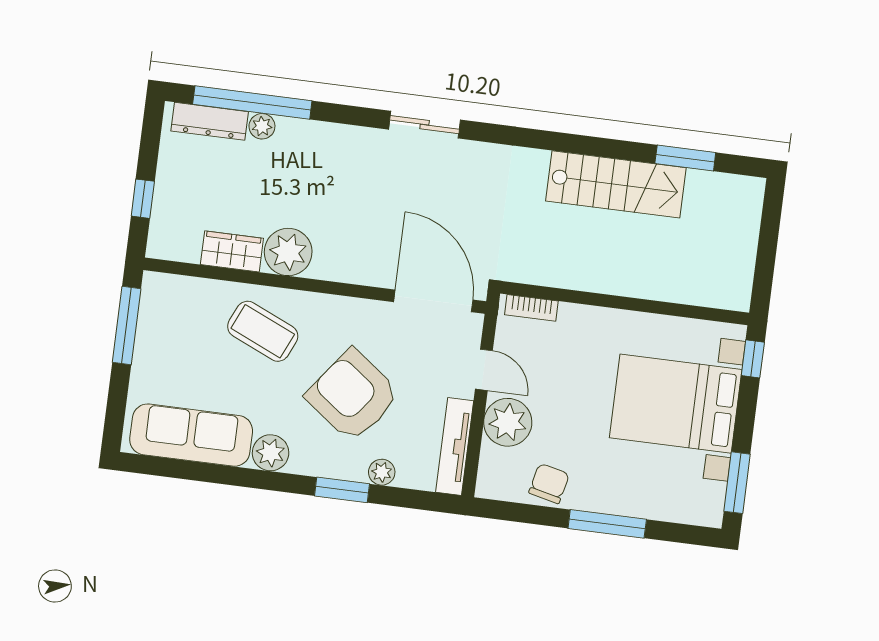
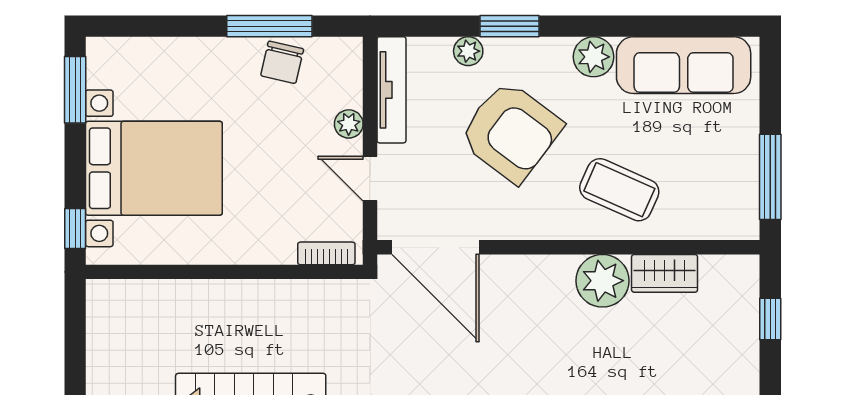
plant: (508, 422) -> (349, 124), width x0.53, depth x0.53
window: (607, 524) -> (269, 26), moved

